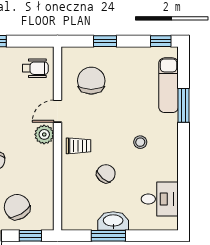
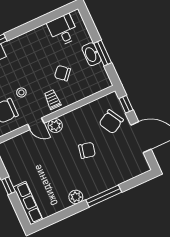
wheelchair: (35, 68) -> (14, 151), removed
stool: (140, 142) -> (21, 92), moved

